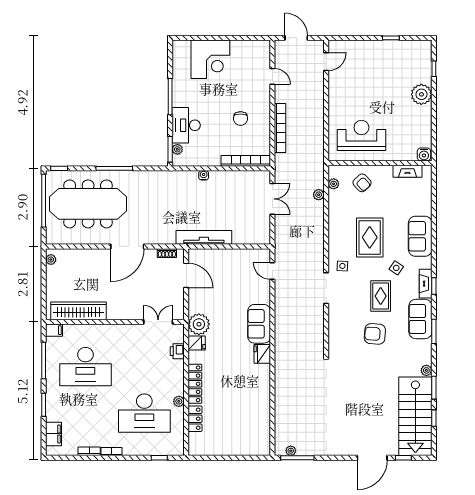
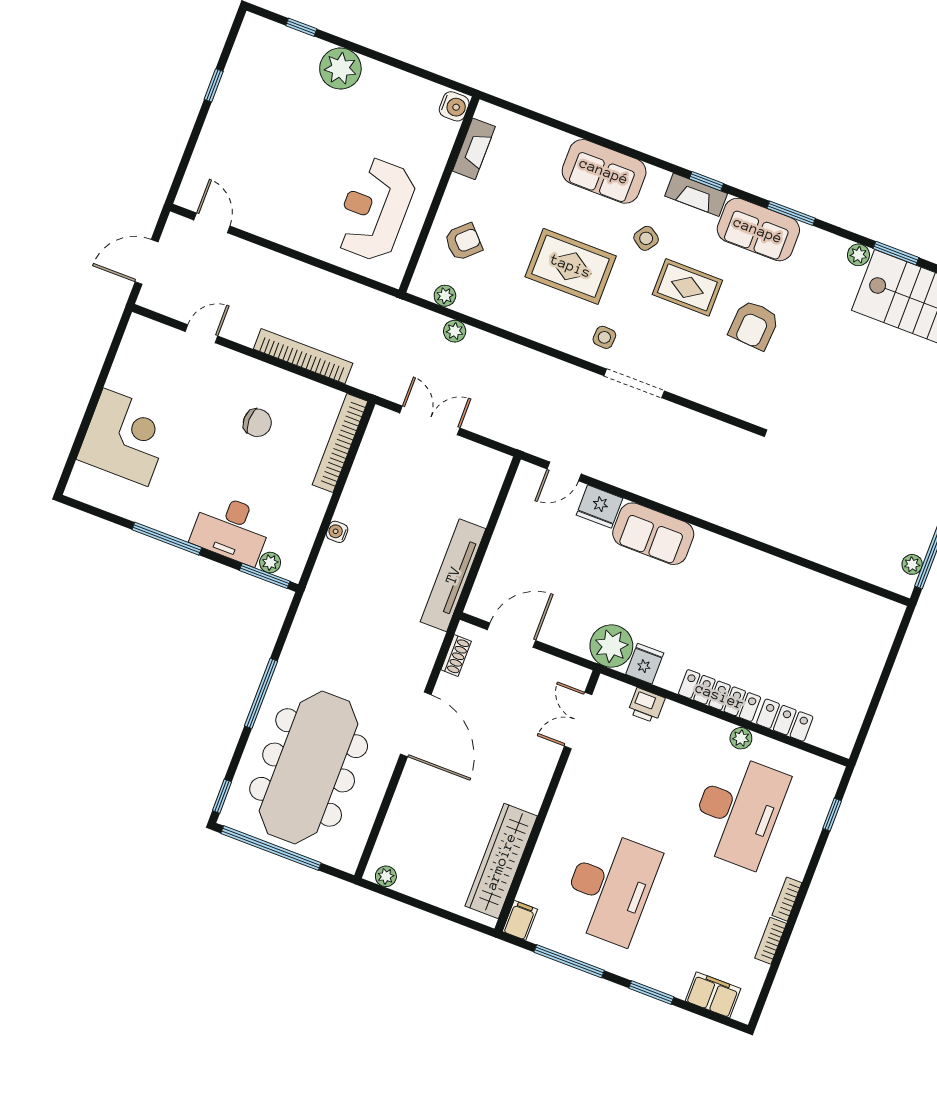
fridge: (262, 354) -> (600, 507), moved

